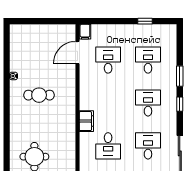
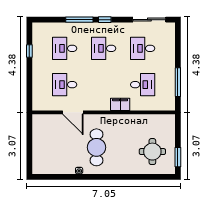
filing cabinet: (85, 32) -> (39, 106), removed
door: (78, 53) -> (73, 112), moved
window: (180, 76) -> (79, 20), width x1.44
cafe table: (39, 95) -> (96, 147), width x1.37, depth x1.35

